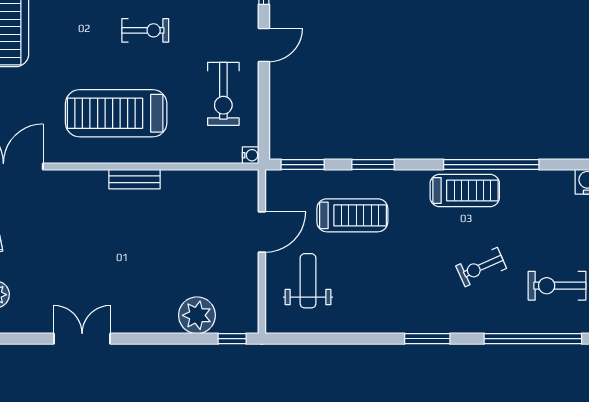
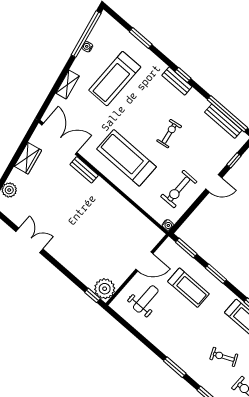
exercise bike: (145, 30) -> (169, 134), turned -99
bench: (134, 179) -> (84, 170), moved
plant: (197, 315) -> (105, 289), moved

